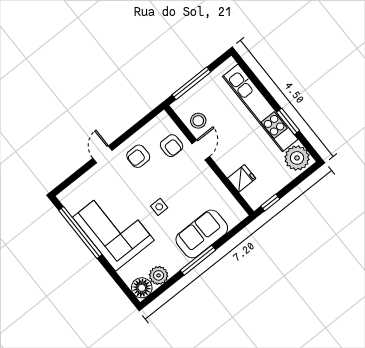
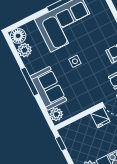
fridge: (242, 178) -> (100, 118), moved
plant: (233, 216) -> (56, 114), added

